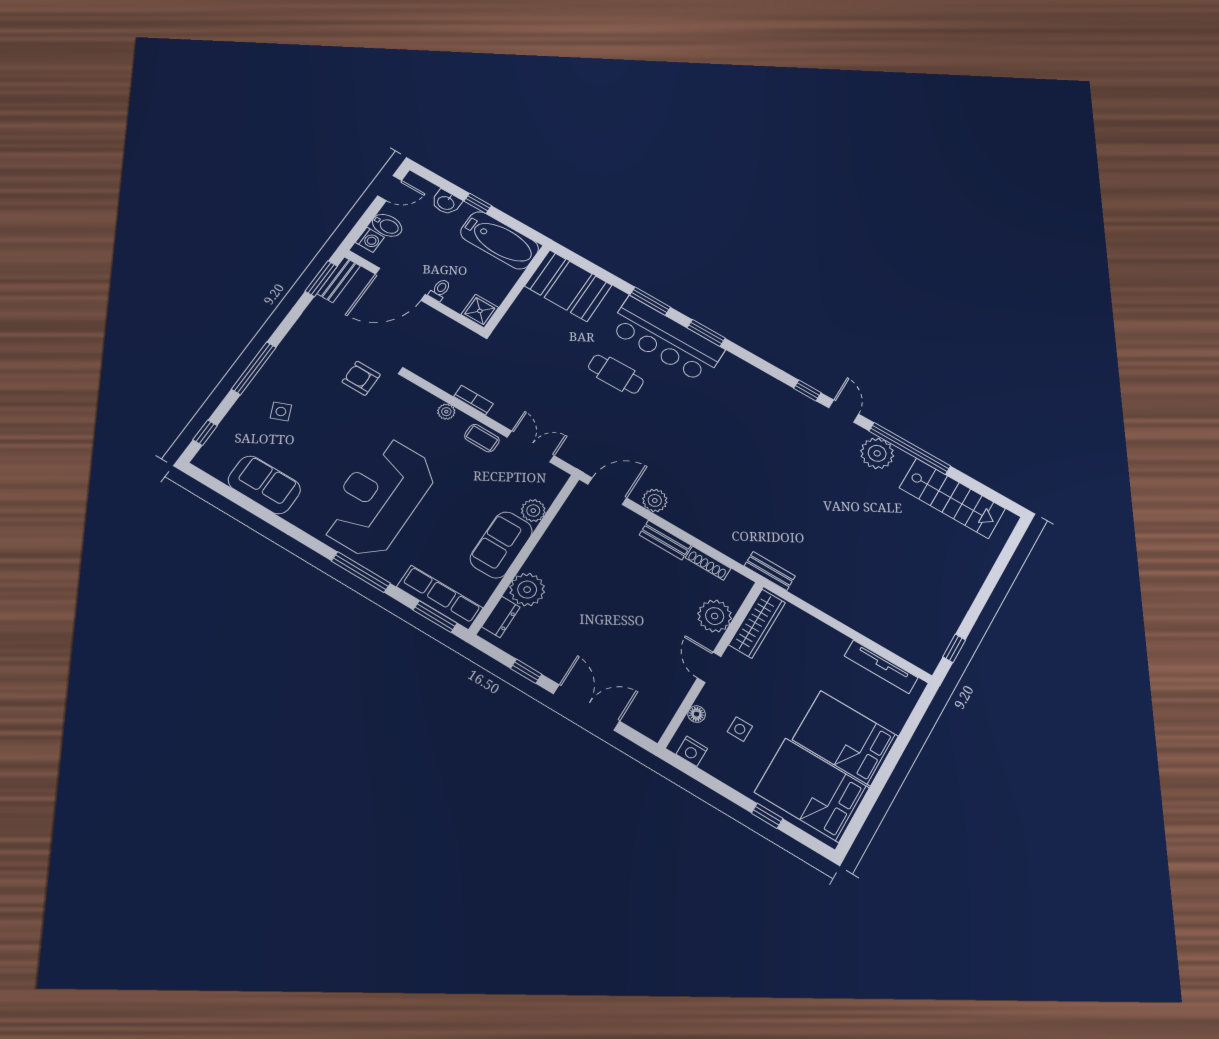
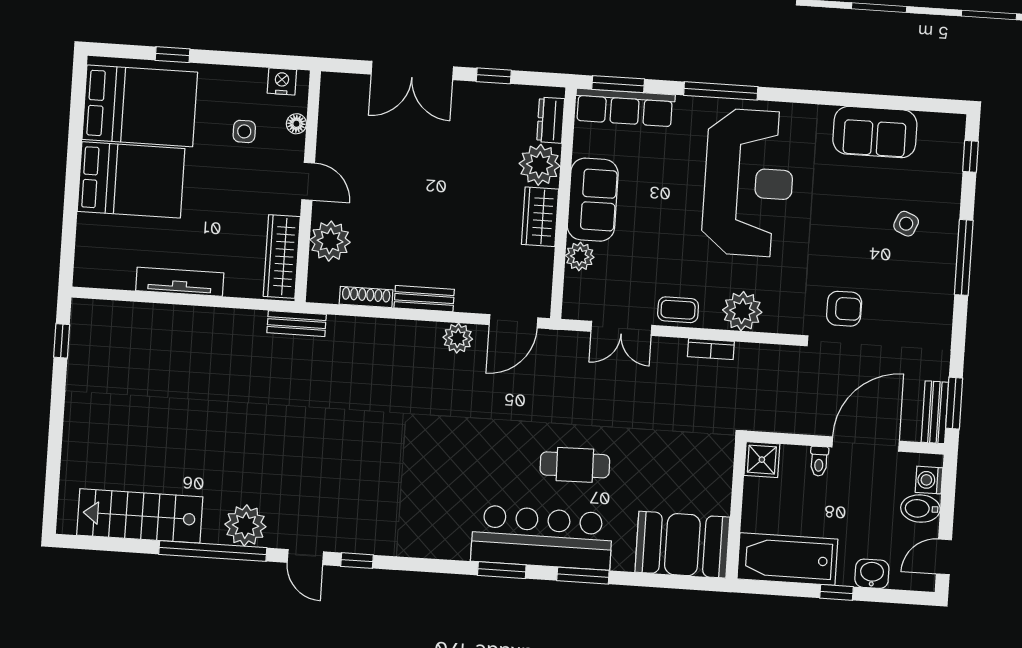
side table: (281, 411) -> (906, 224), turned 45
plant: (446, 412) -> (742, 311), width x1.88, depth x1.88
wardrobe: (547, 553) -> (540, 217), added
tv unit: (881, 667) -> (180, 282), moved

